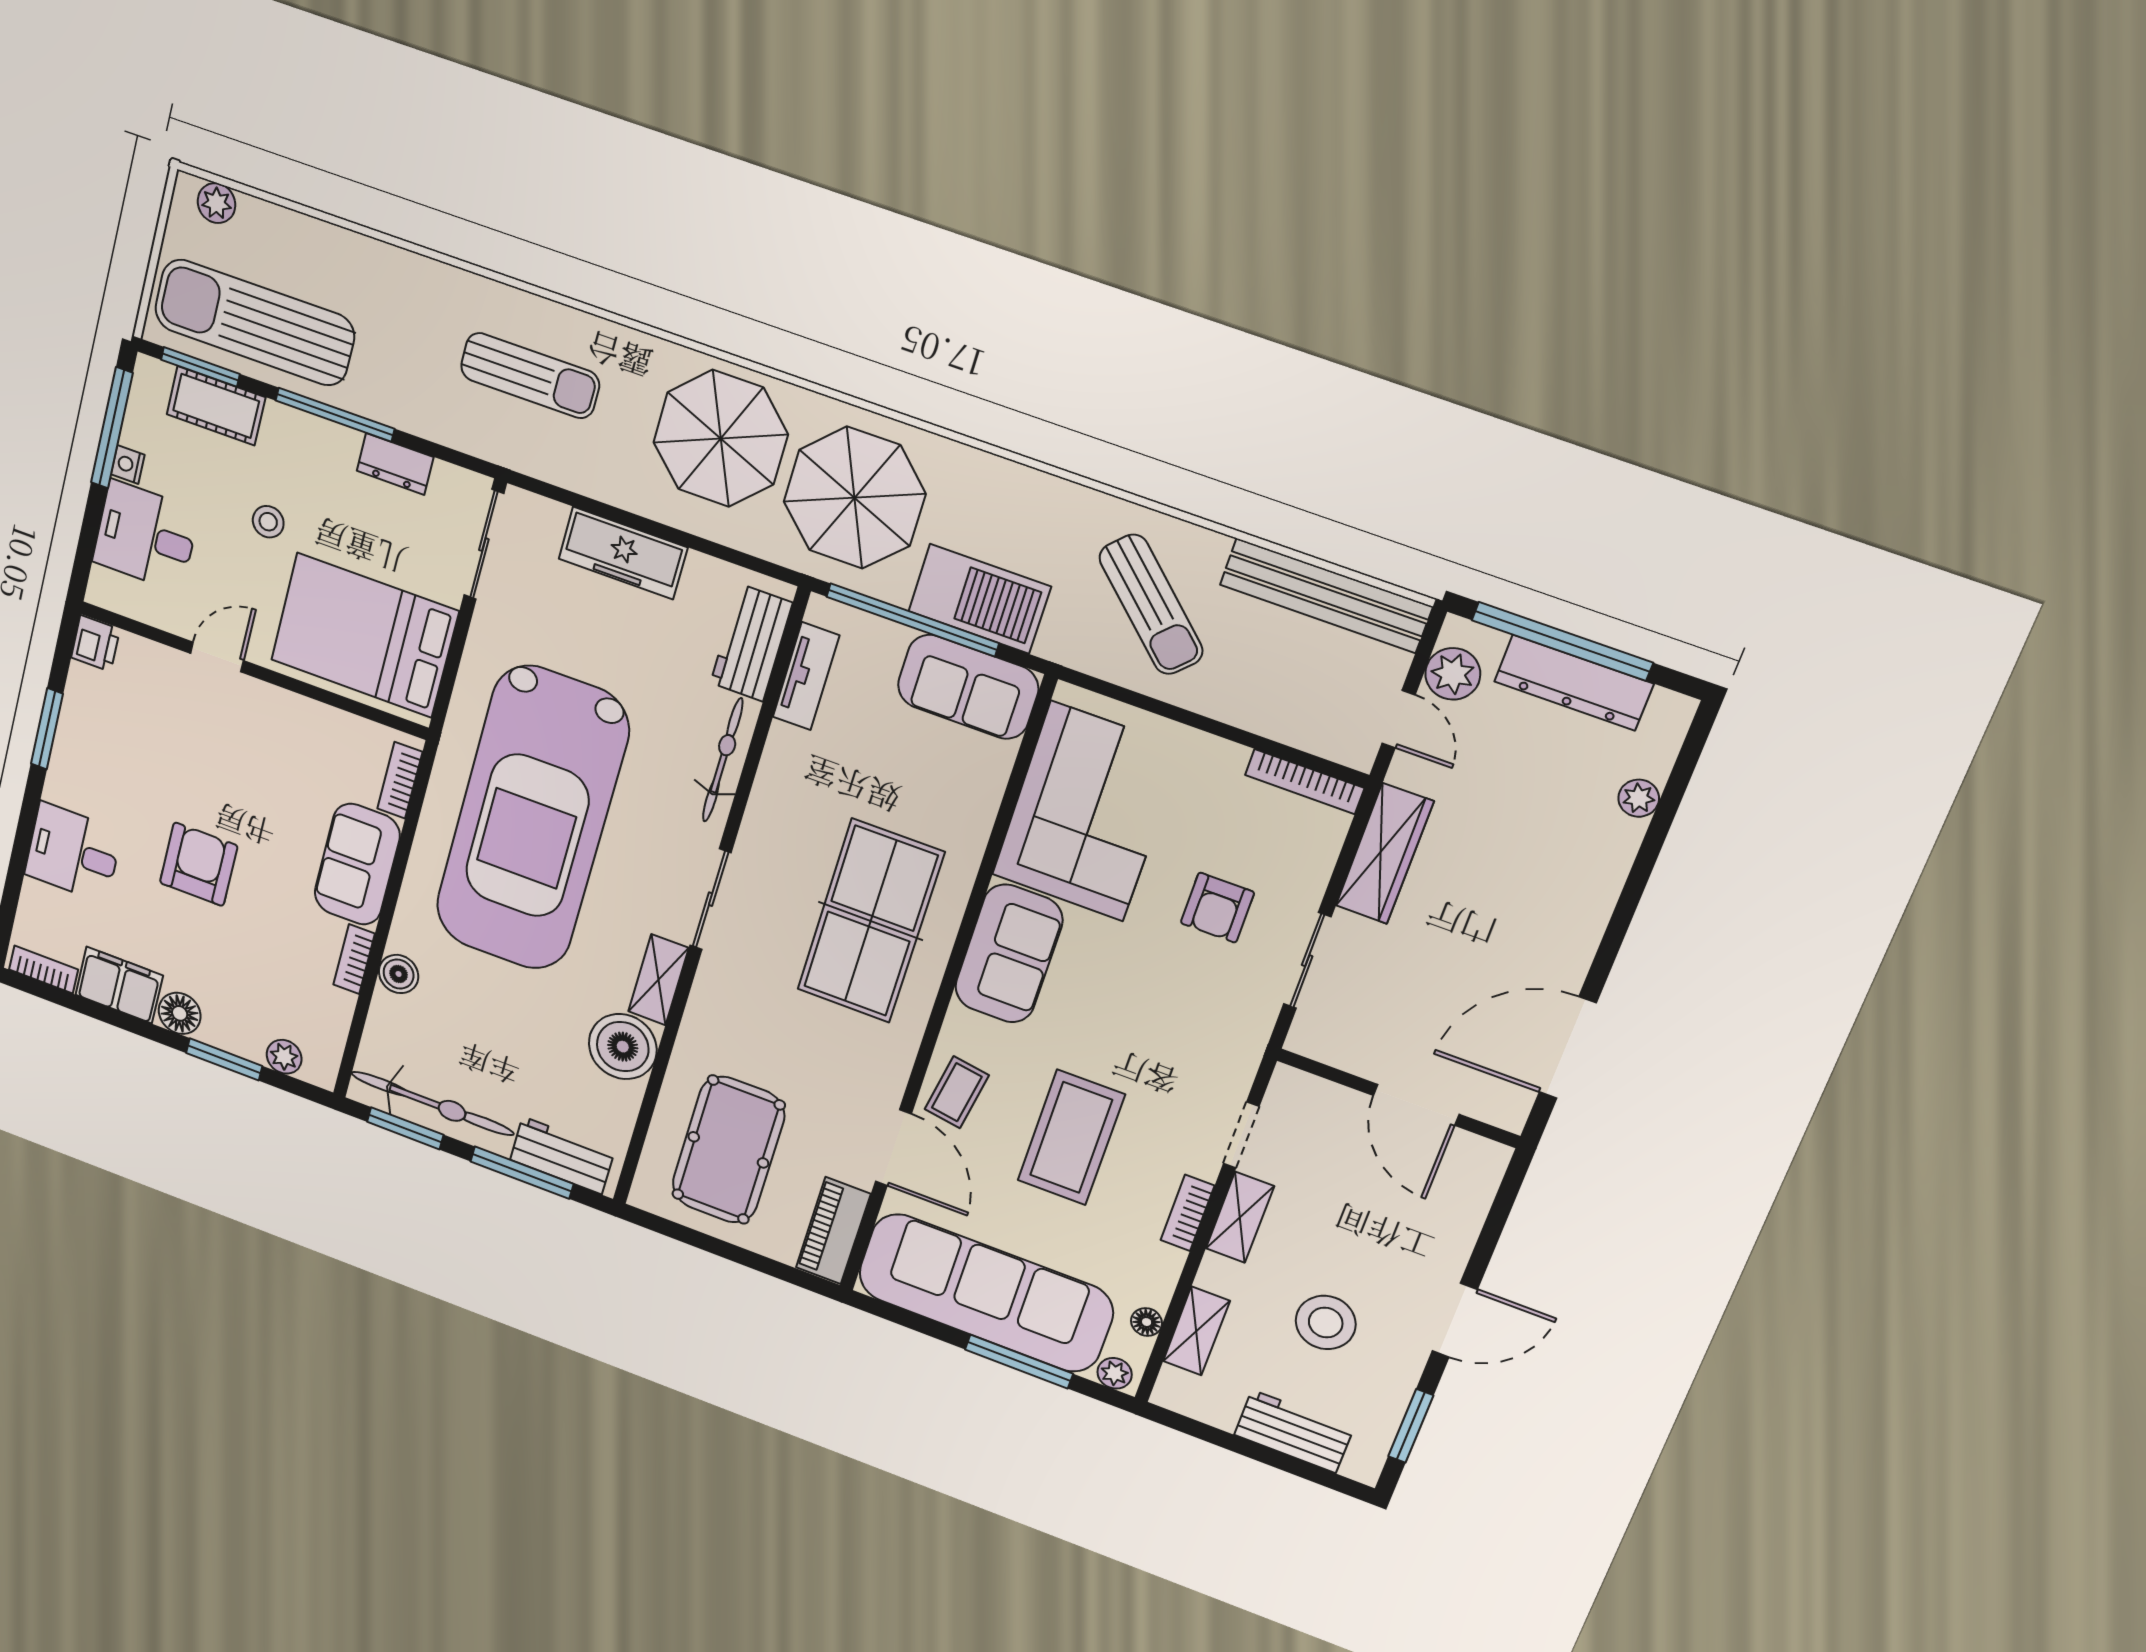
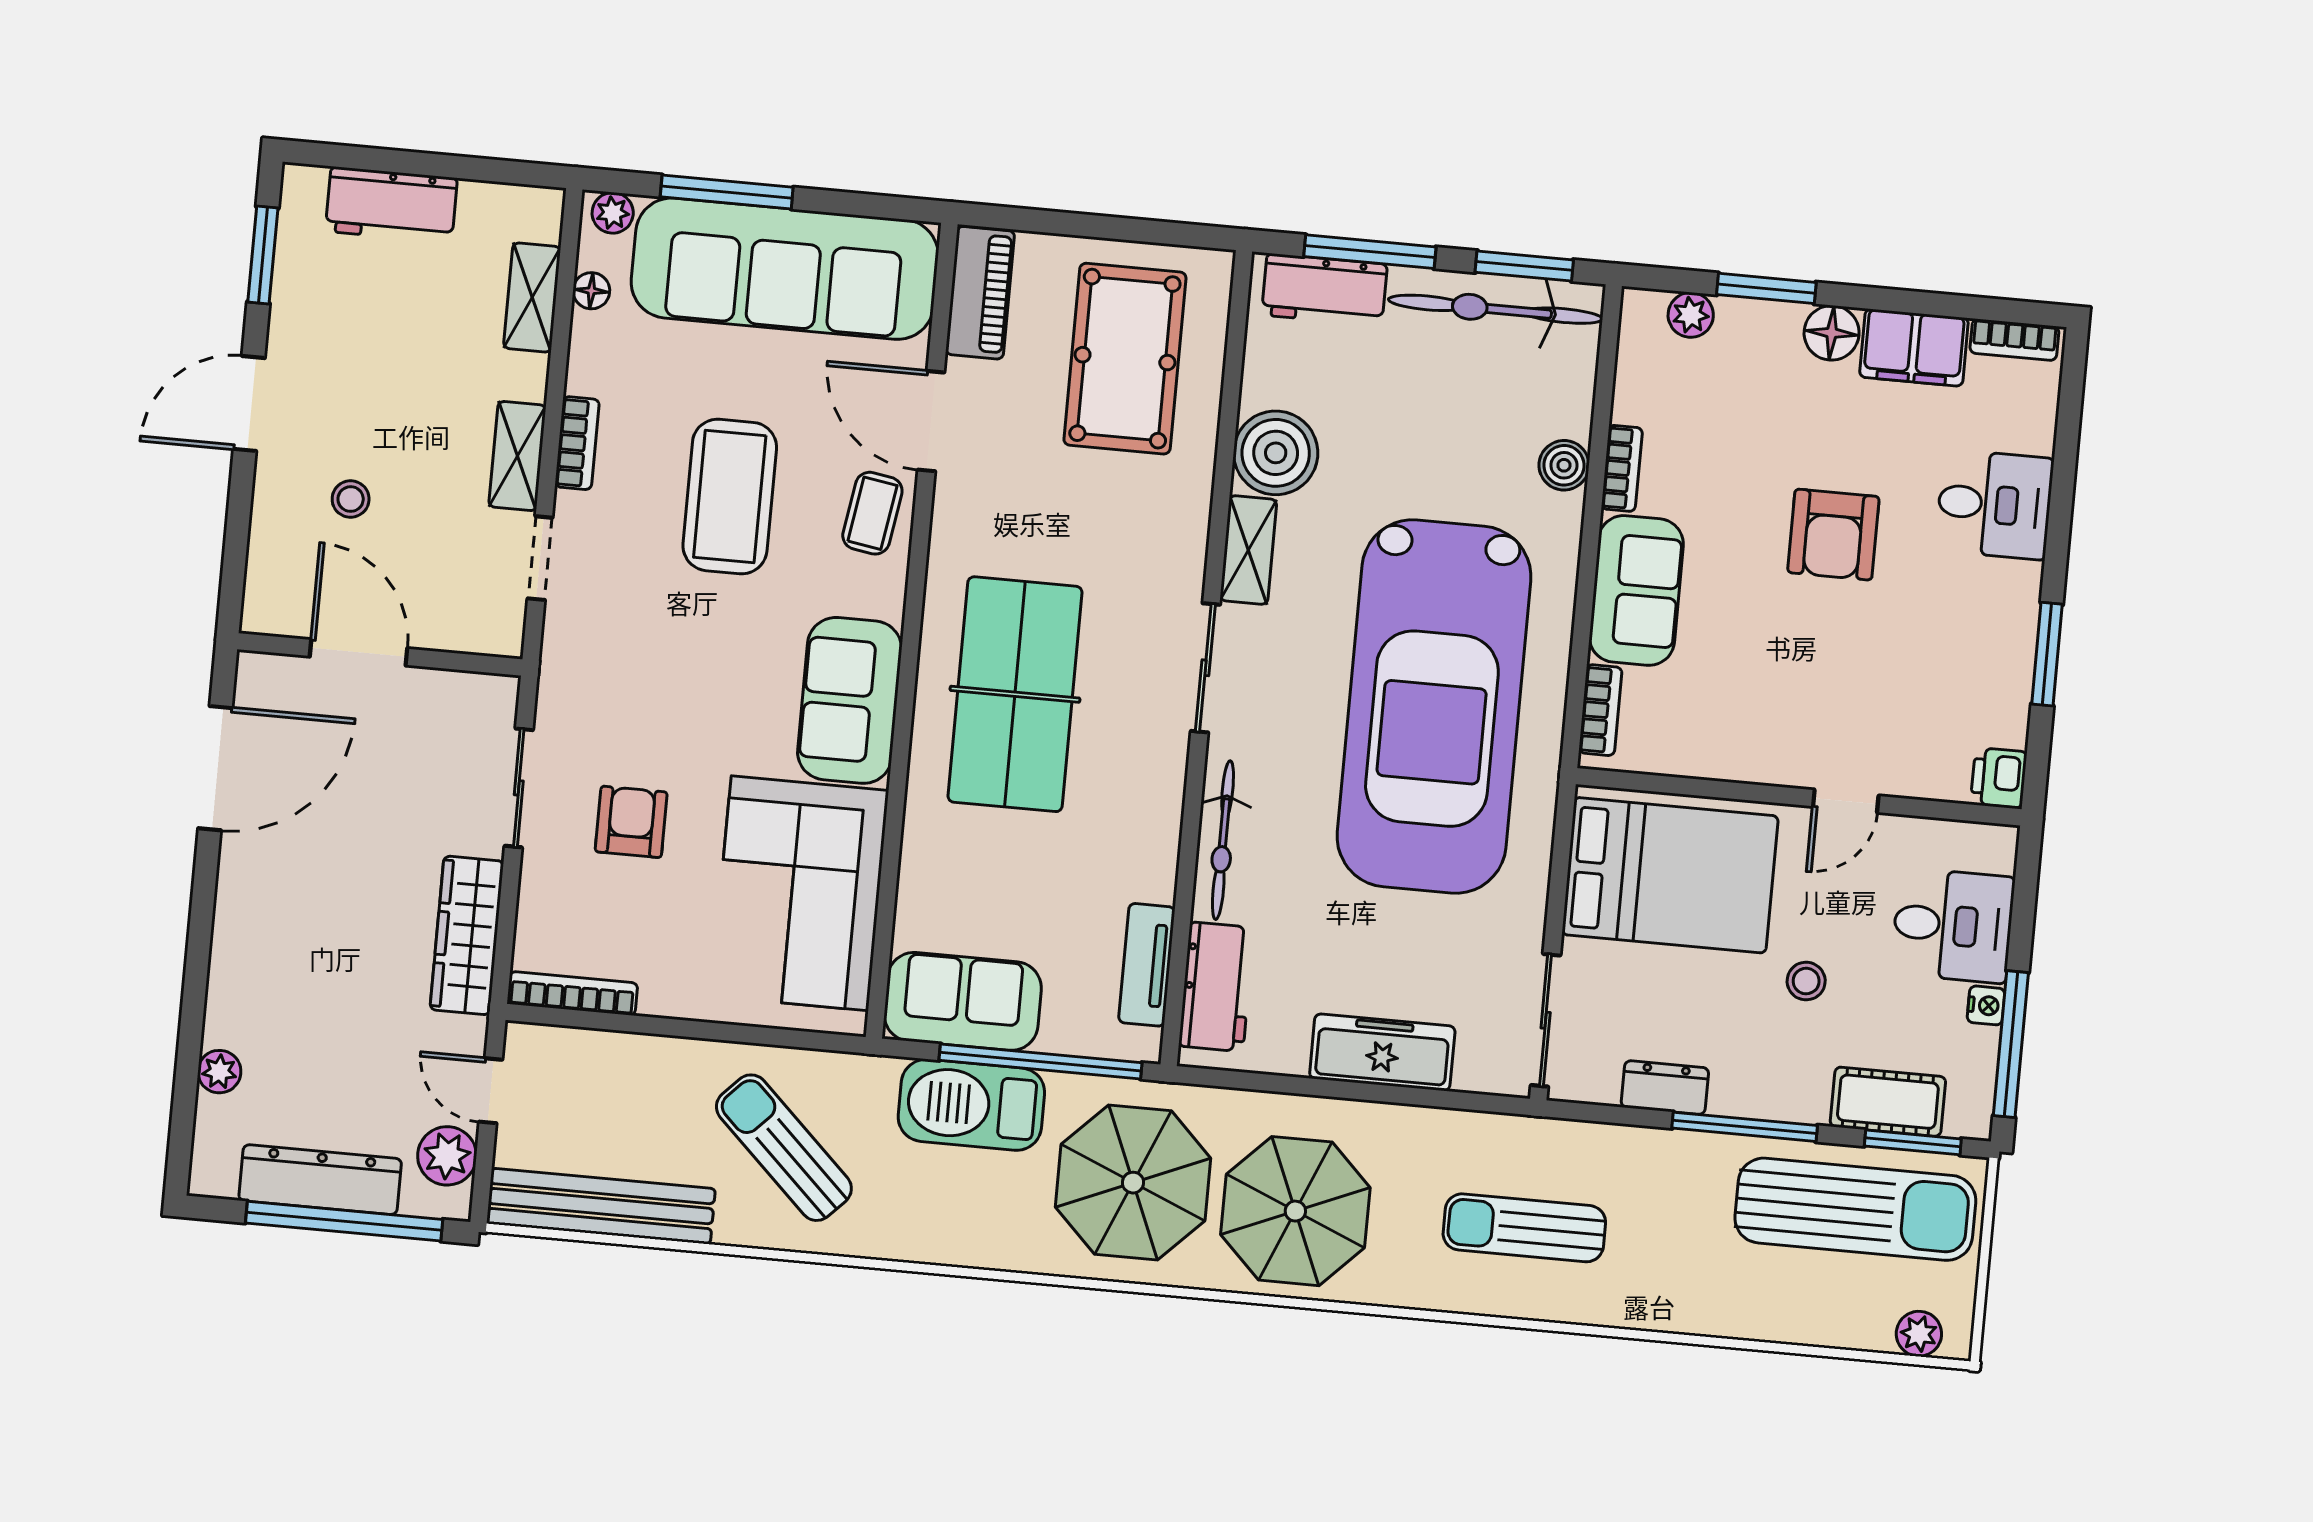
car: (532, 819) -> (1434, 707), turned 180
stool: (1326, 1322) -> (351, 499), moved, width x0.53, depth x0.53

